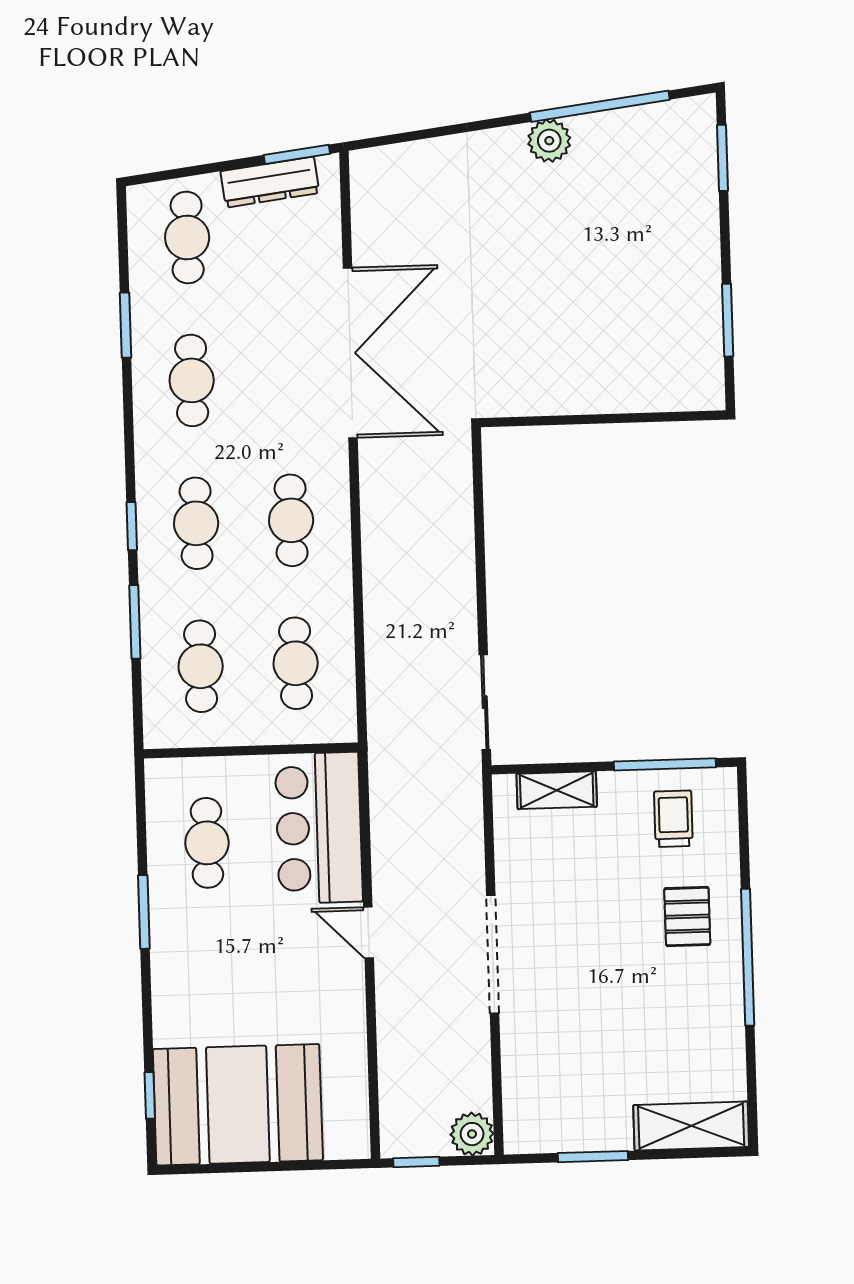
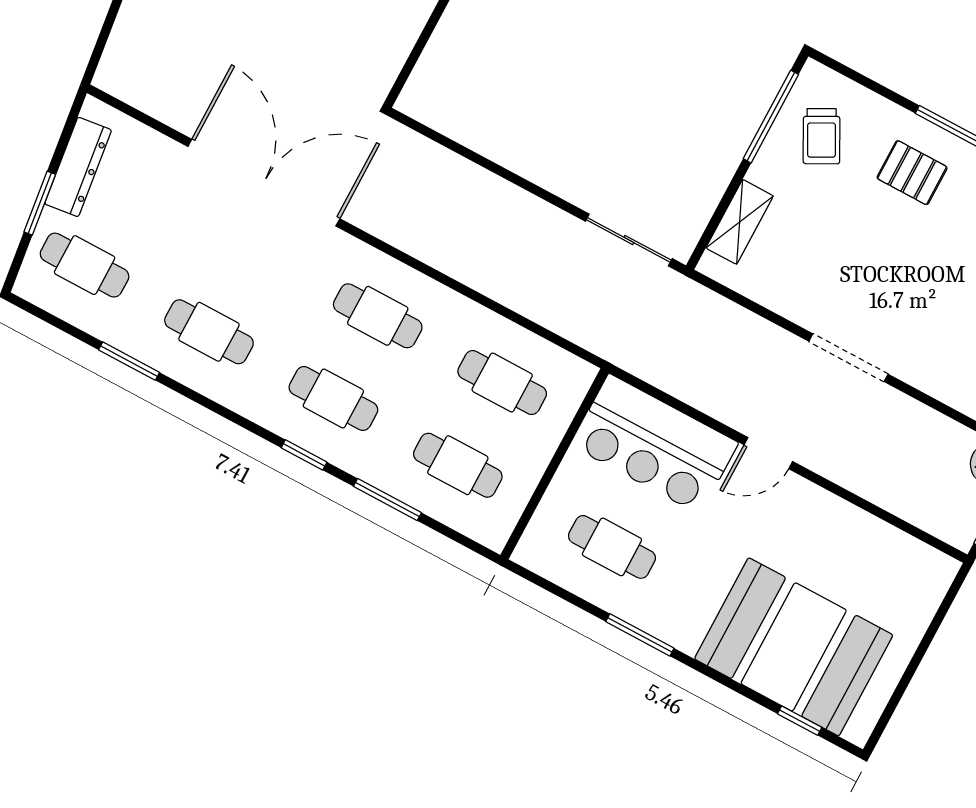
window: (297, 154) -> (40, 203), moved
trolley: (673, 819) -> (822, 136), turned -118
doorway: (493, 954) -> (848, 358), width x0.73
booth: (238, 1105) -> (794, 647), moved, turned 90

